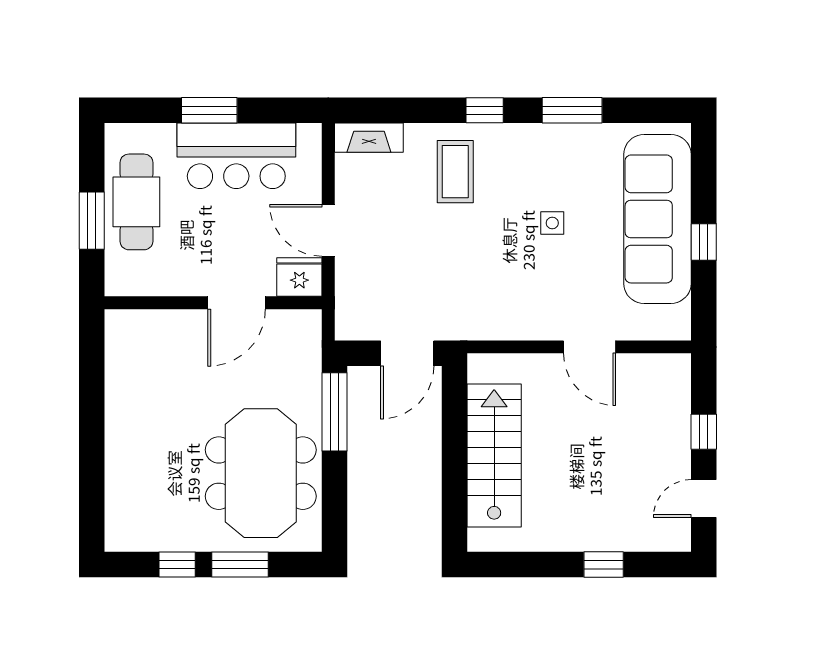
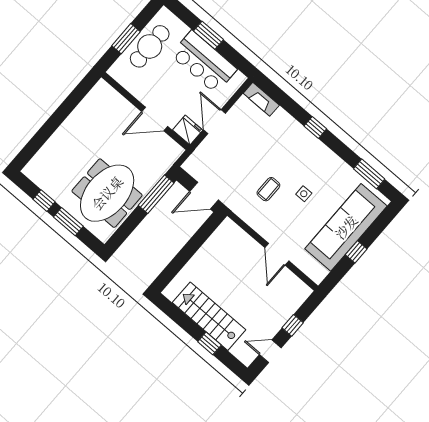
window: (572, 110) -> (369, 174), moved
coffee table: (455, 172) -> (268, 189), moved, width x0.73, depth x0.77
stairs: (494, 455) -> (209, 316), moved, turned -90

